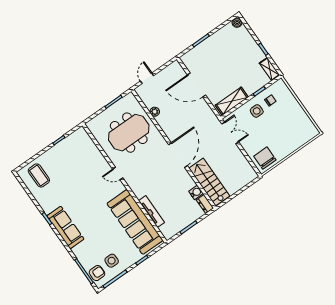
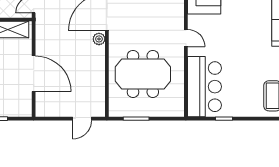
plant: (155, 112) -> (99, 39), moved
bar counter: (85, 151) -> (204, 87), added

